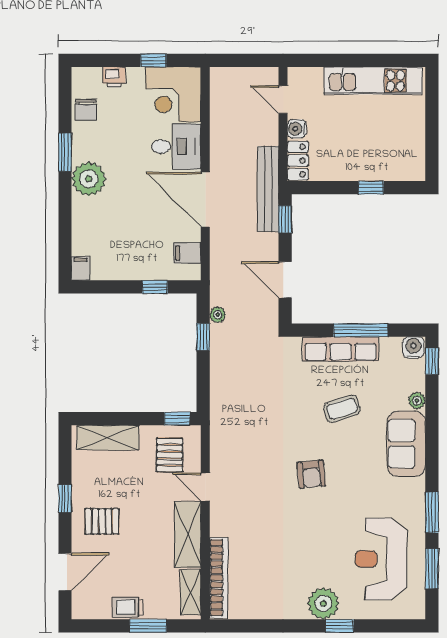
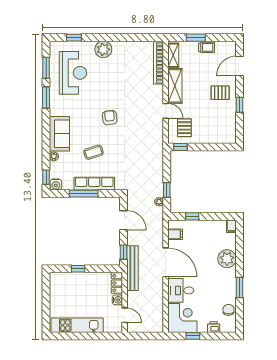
plant: (89, 179) -> (227, 259), moved
shelving: (108, 437) -> (217, 137), removed
window: (340, 626) -> (74, 38), moved

